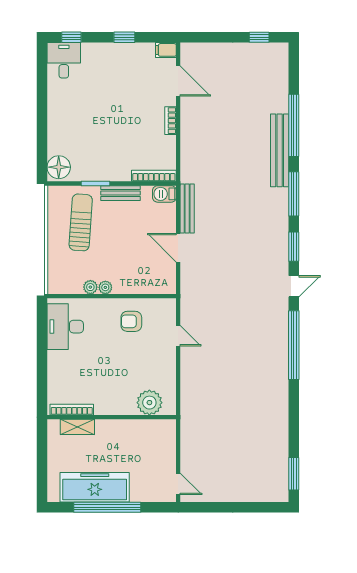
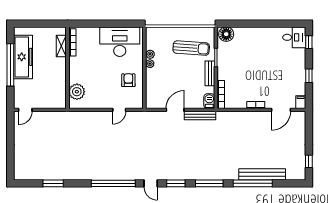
bench: (280, 150) -> (262, 174), moved
desk: (65, 327) -> (120, 42), width x1.36, depth x1.30
window: (294, 474) -> (53, 183), moved

